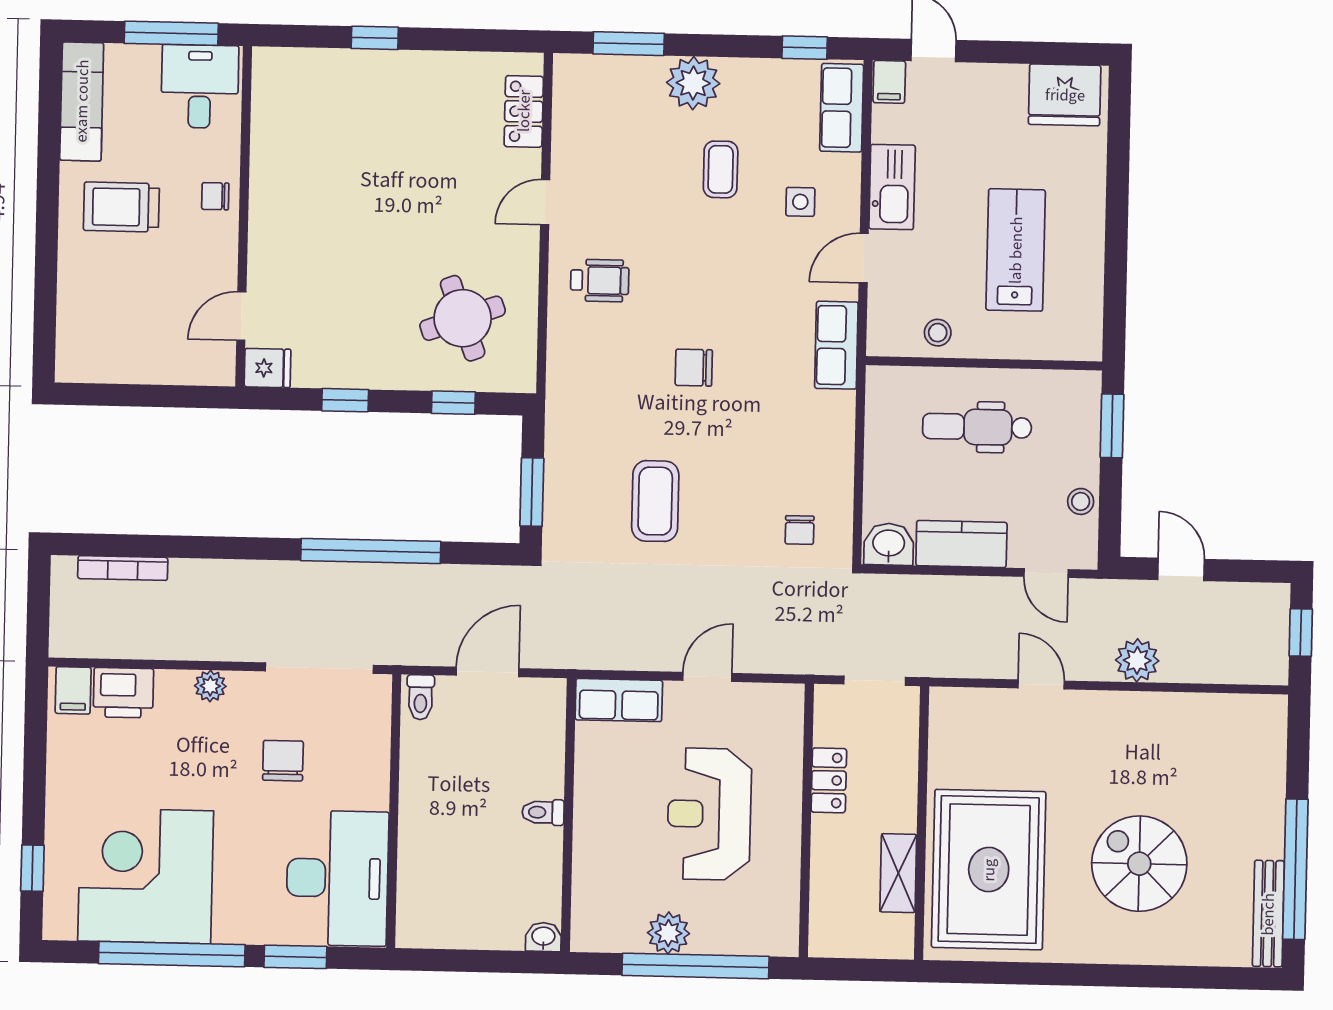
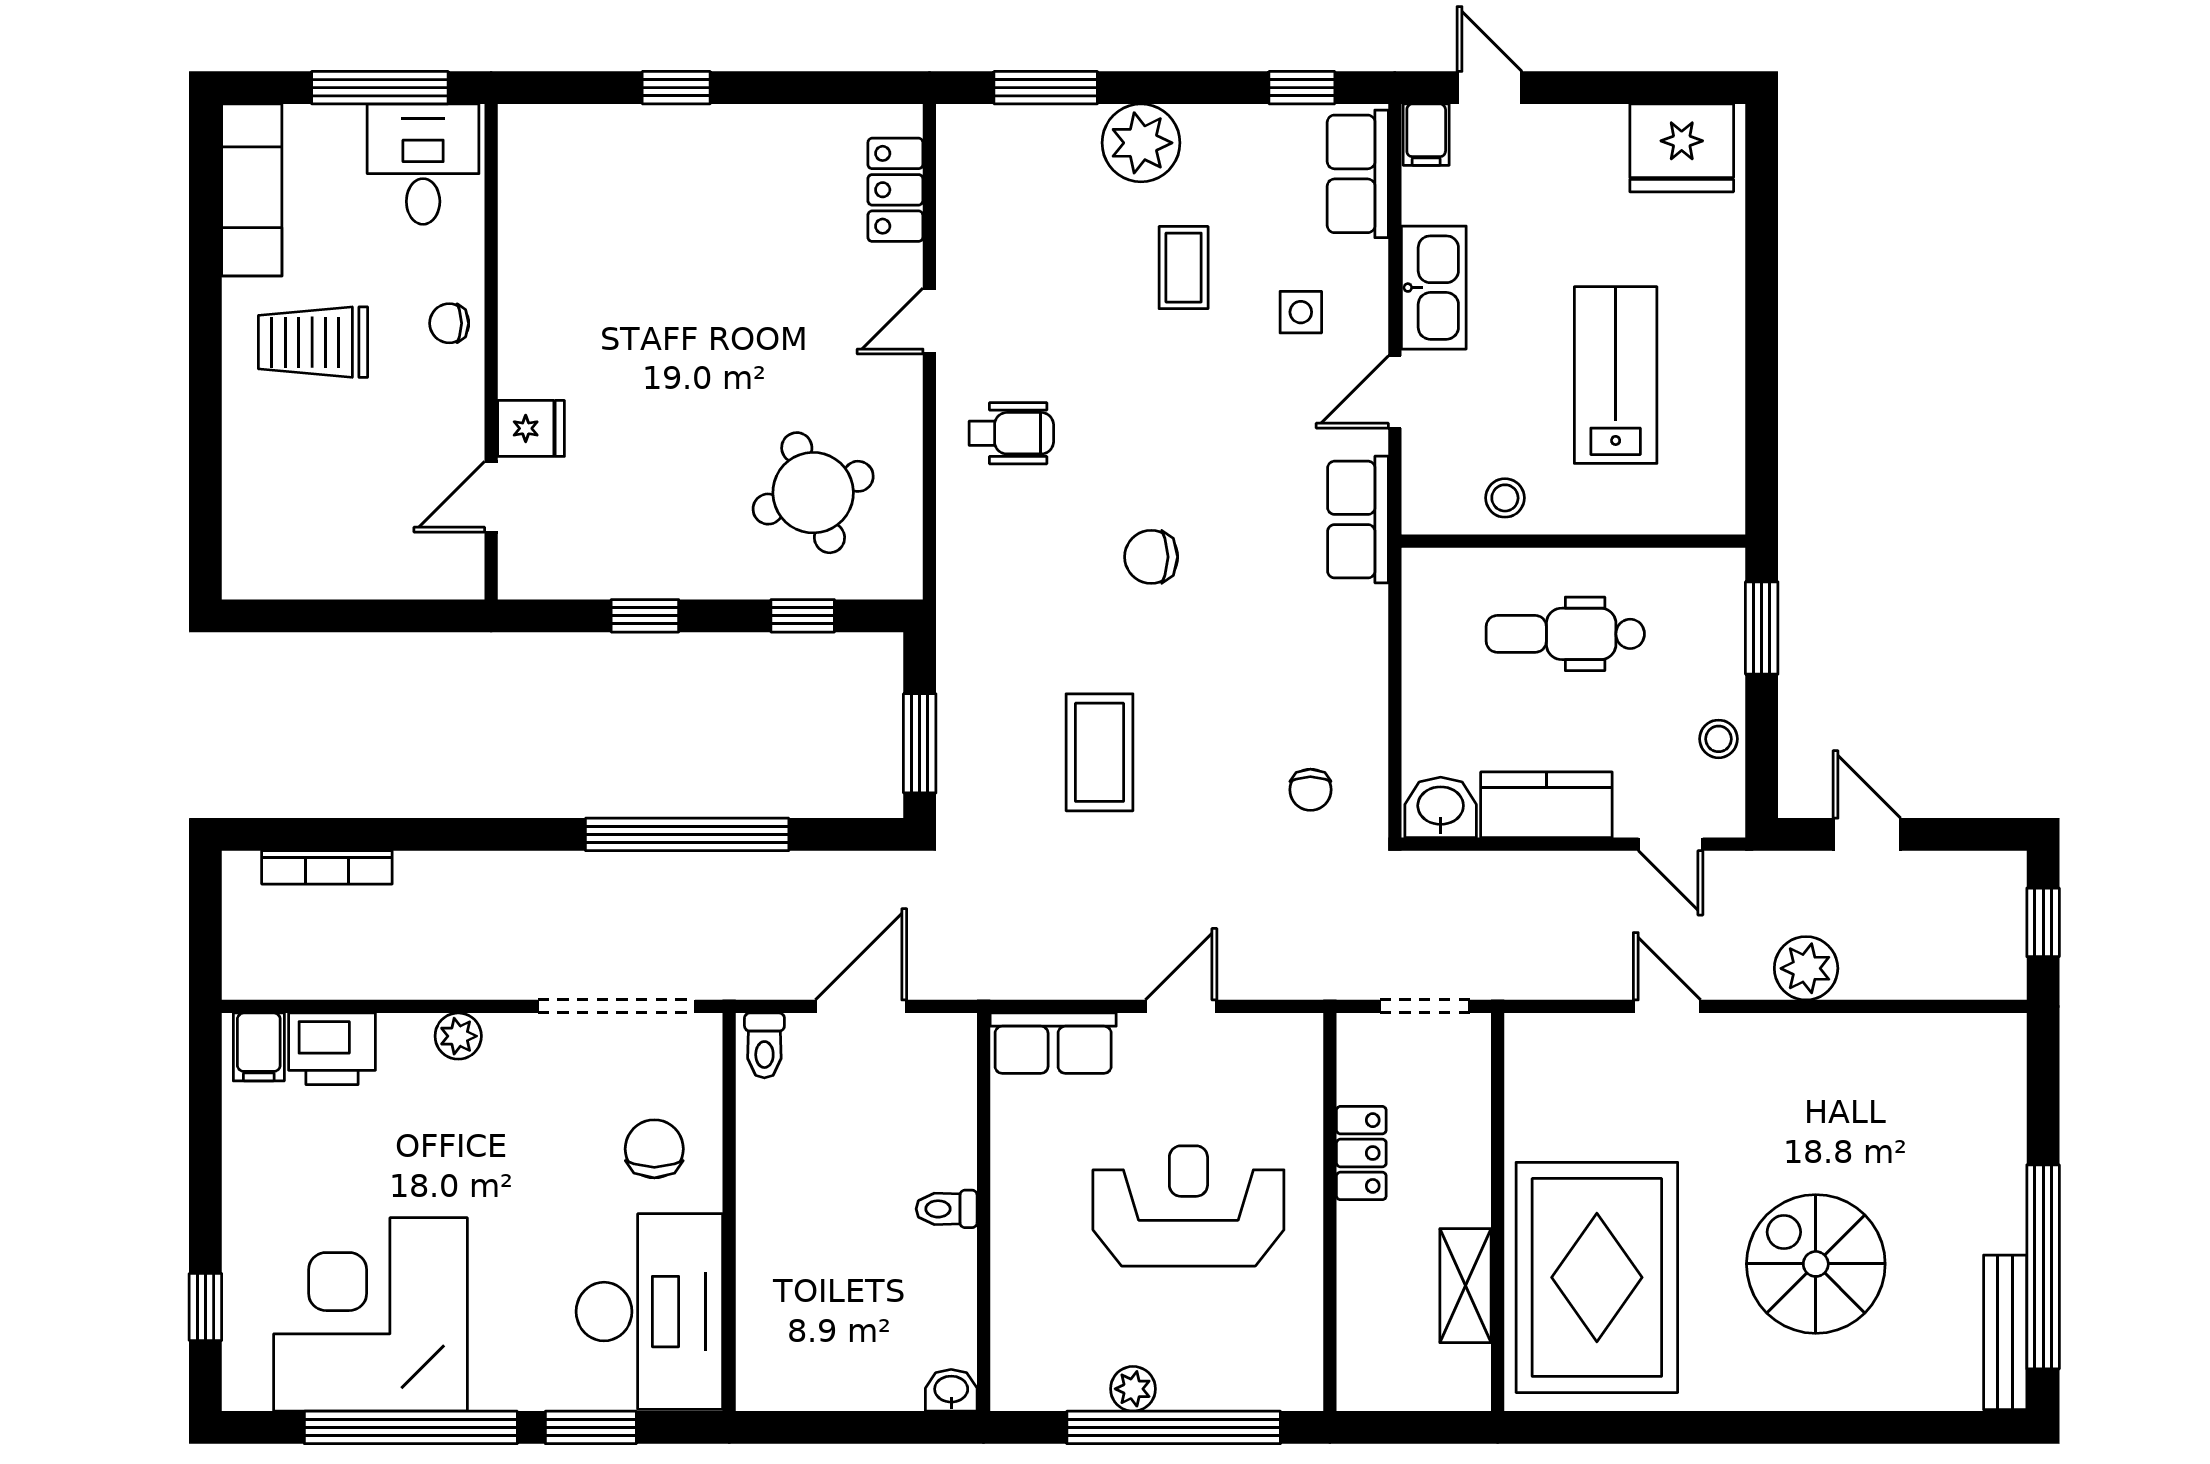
fridge: (268, 368) -> (531, 428), moved
chair: (283, 761) -> (654, 1149), moved
reception desk: (709, 814) -> (1188, 1206), turned 90
plant: (668, 933) -> (1133, 1389), width x0.73, depth x0.73

